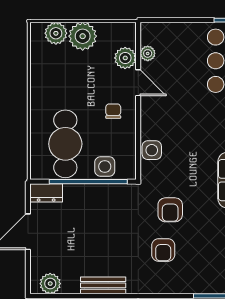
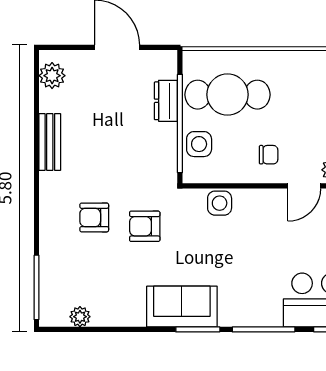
dresser: (46, 193) -> (166, 101), moved

